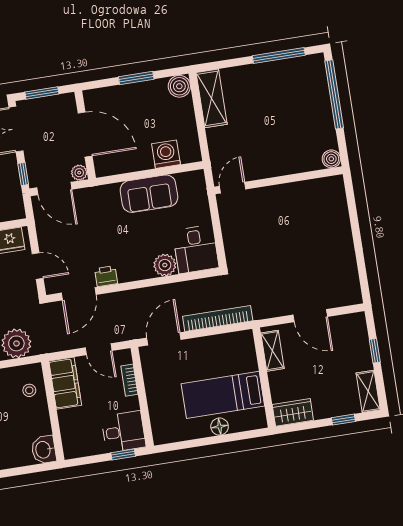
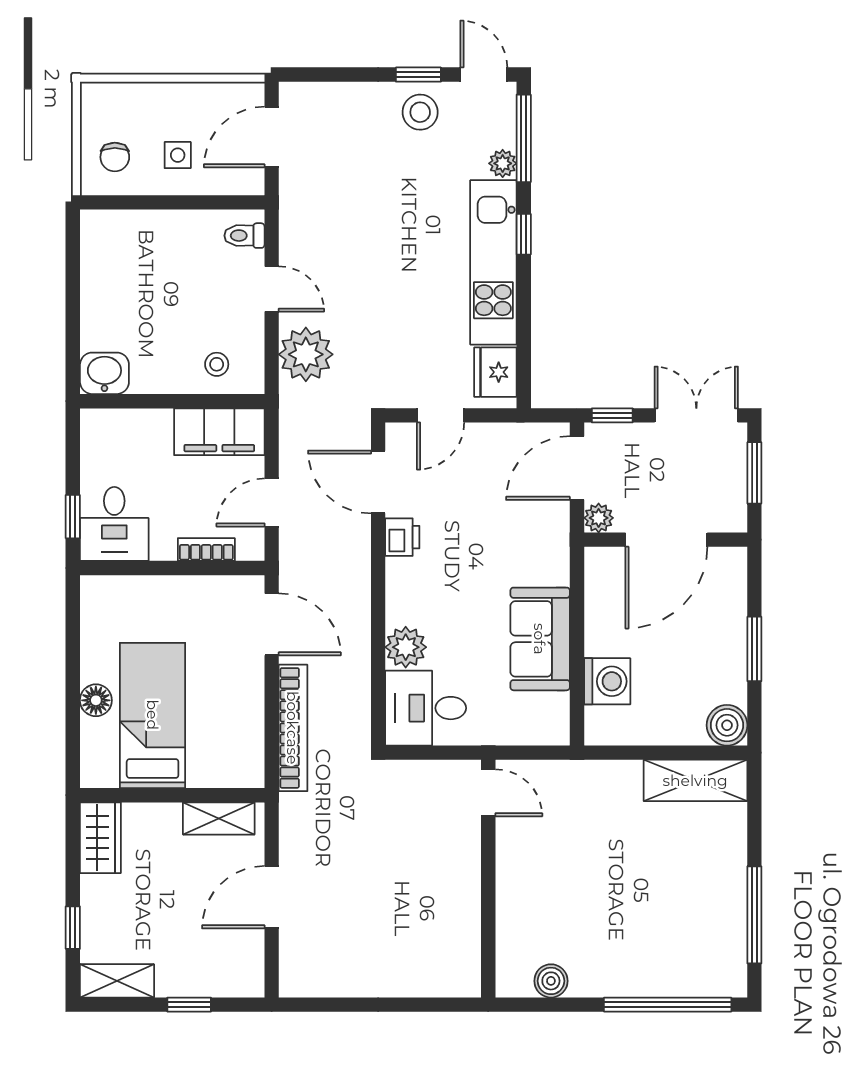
wall: (279, 180) -> (488, 879), moved
door: (233, 188) -> (488, 793), moved

